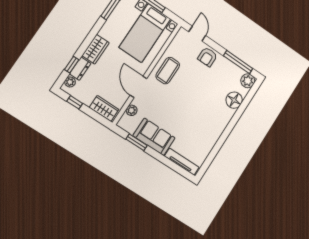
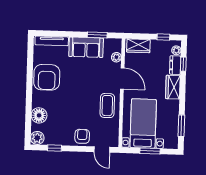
window: (238, 62) -> (55, 148), width x0.46
armchair: (207, 131) -> (47, 77), added

